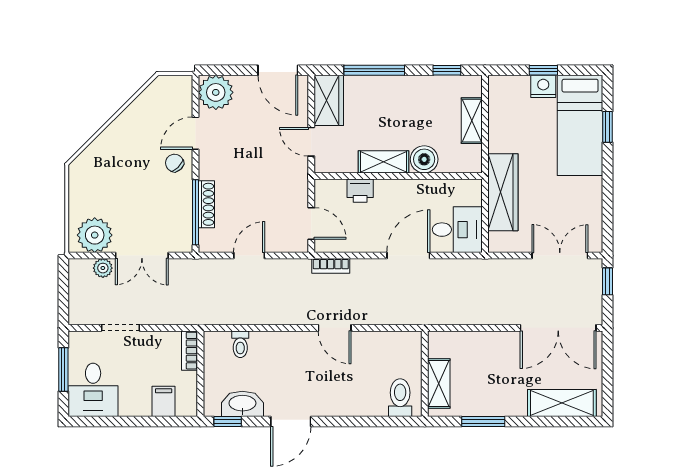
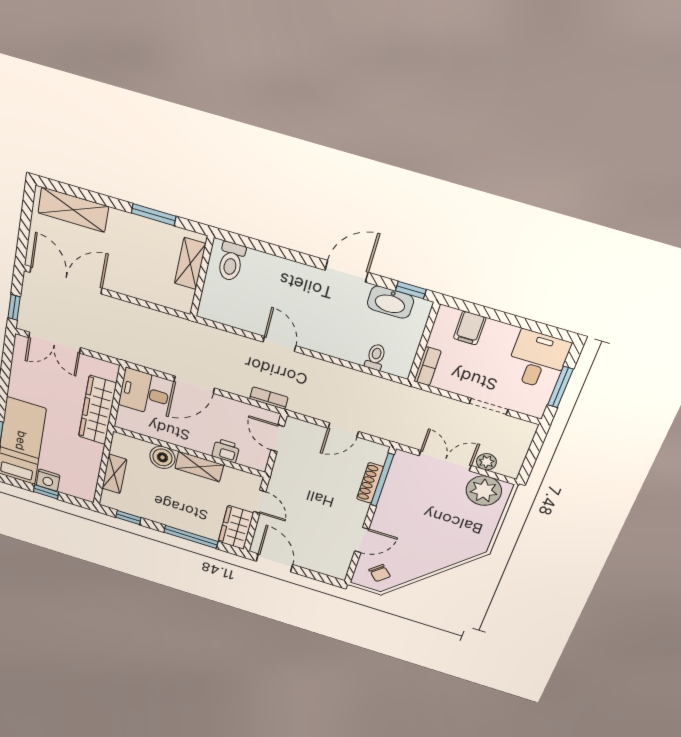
plant: (216, 92) -> (334, 564), removed
chair: (175, 163) -> (380, 573), moved

